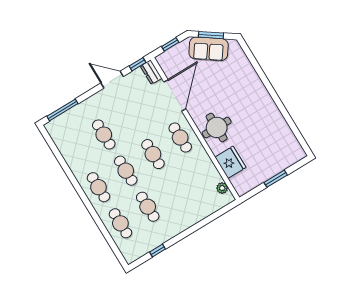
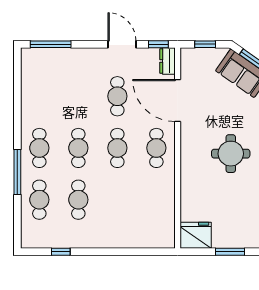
door: (175, 95) -> (178, 101), swing flipped
round table: (217, 127) -> (231, 154), moved
cafe table: (104, 135) -> (117, 96), moved
fridge: (230, 162) -> (196, 235), moved, turned -90
plant: (222, 188) -> (168, 228), removed
window: (93, 213) -> (17, 172), added

